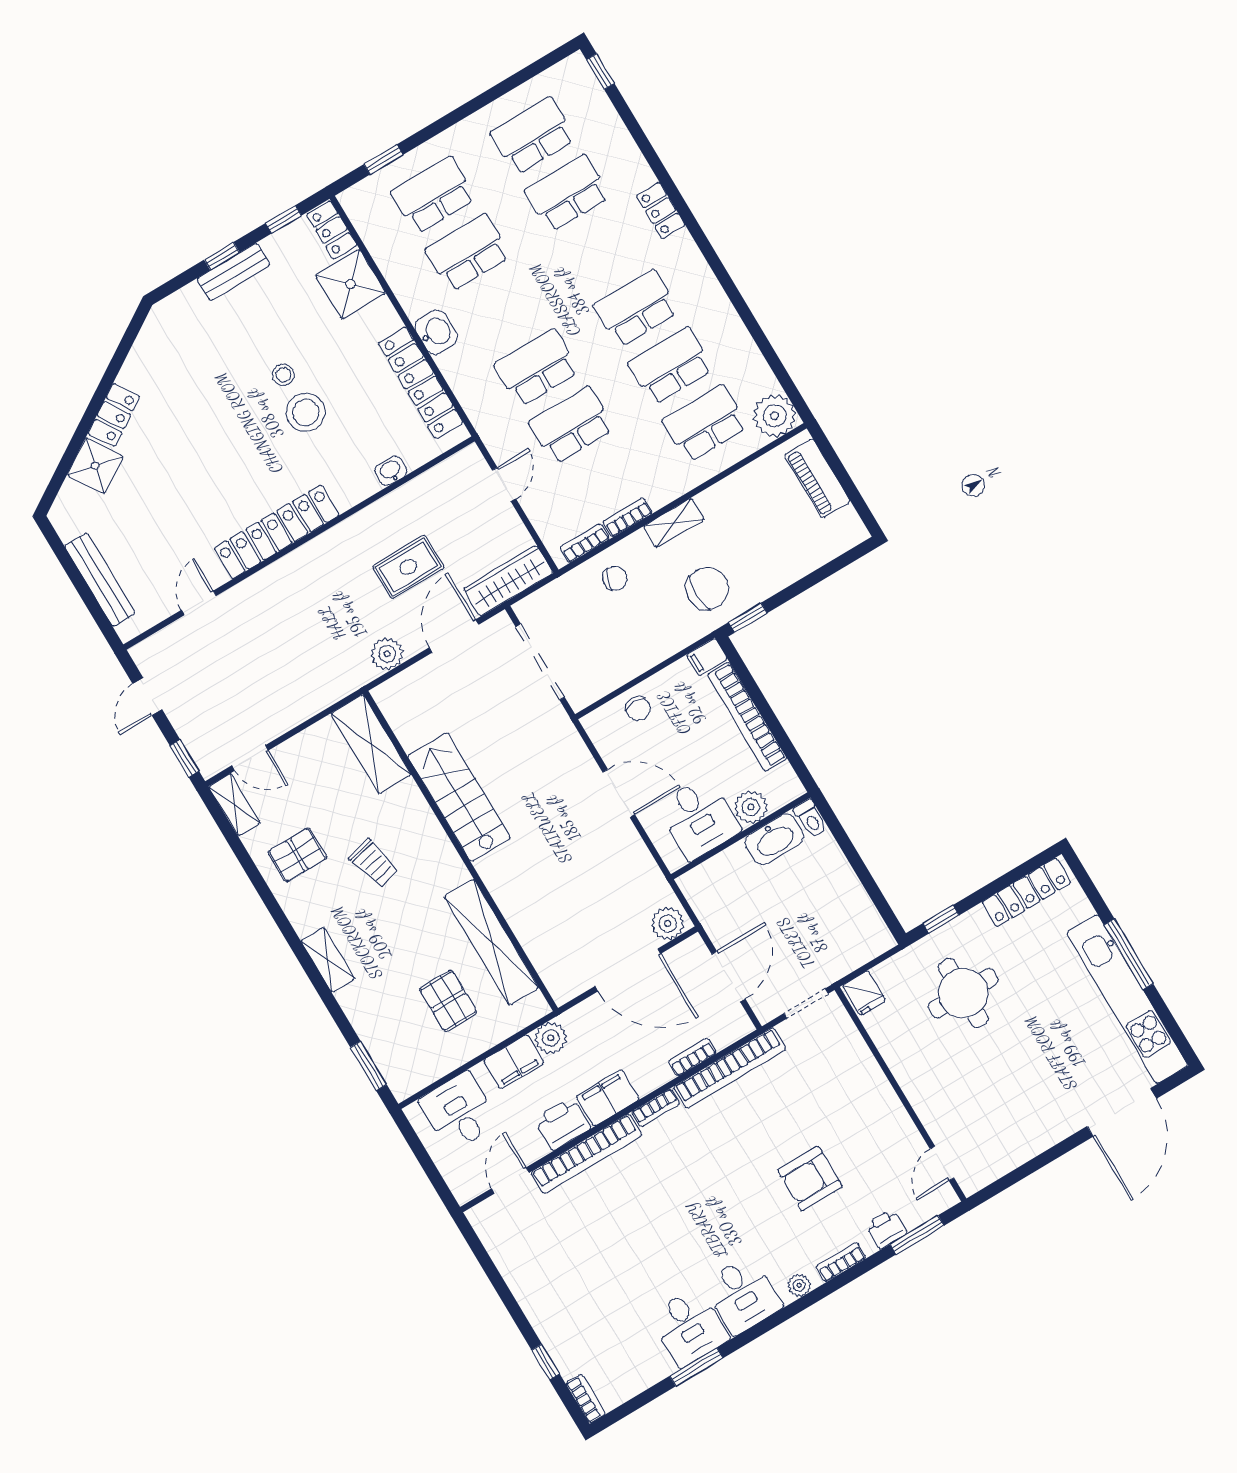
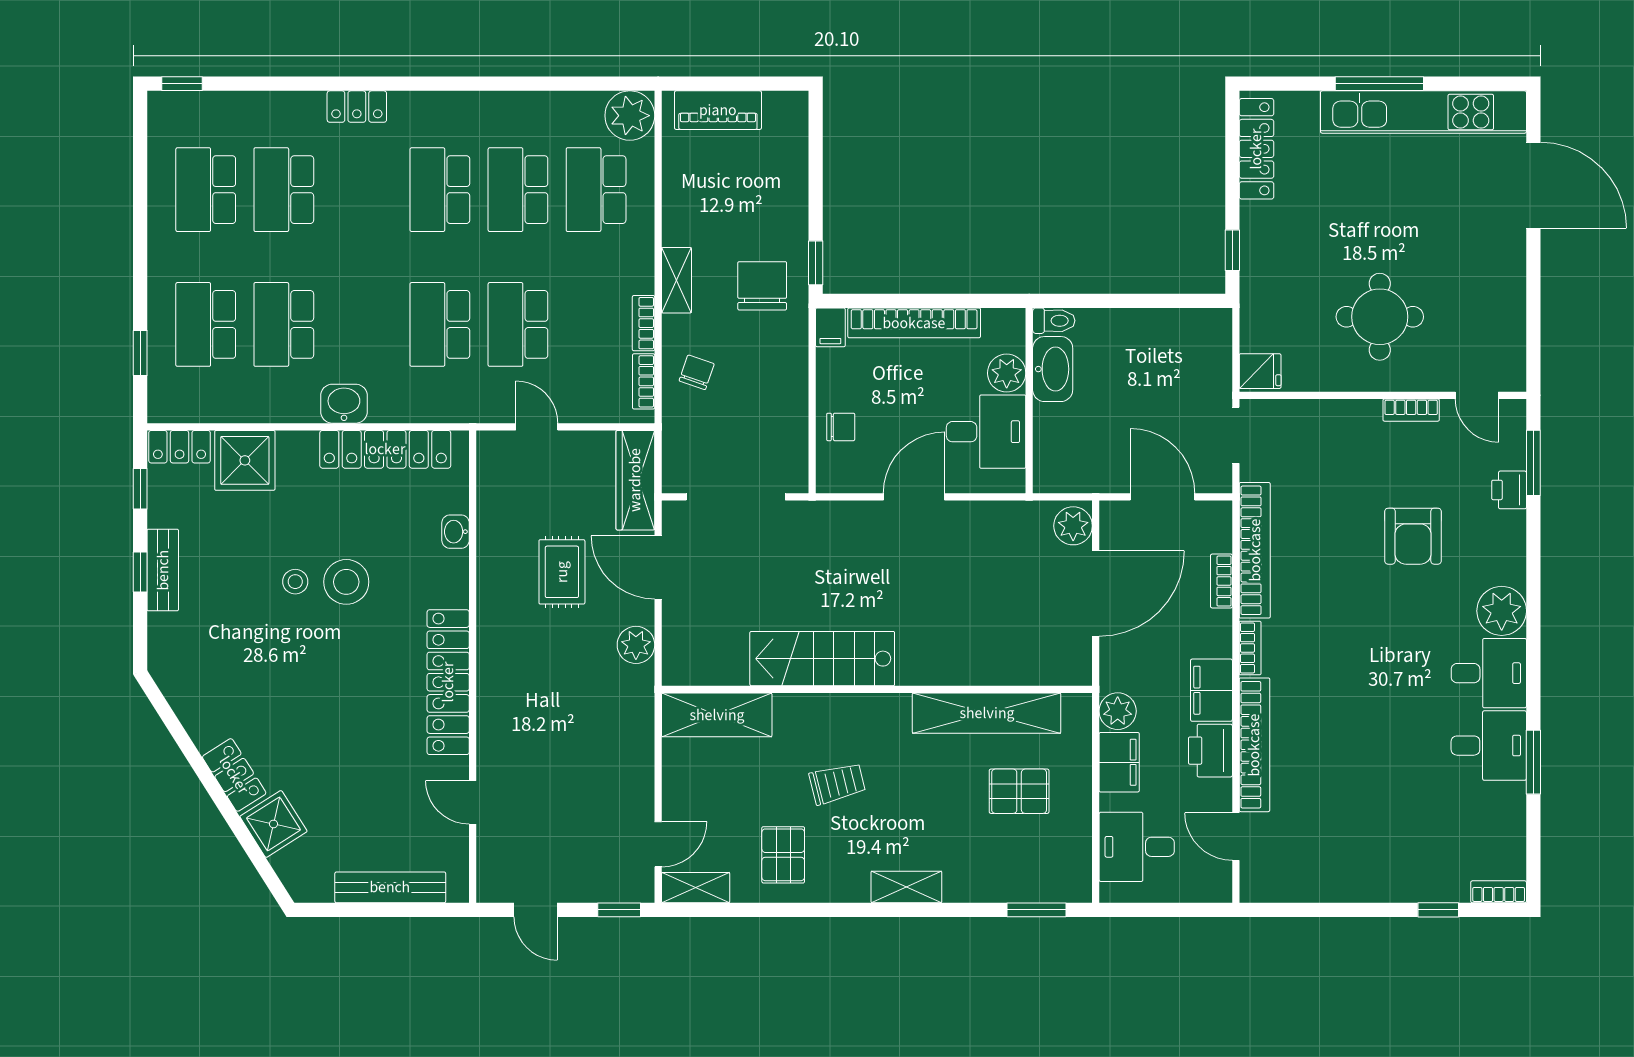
round table: (963, 993) -> (1380, 317), moved
bookcase: (841, 1262) -> (1411, 410), moved, turned -90
plant: (799, 1285) -> (1502, 611), width x1.88, depth x1.88

